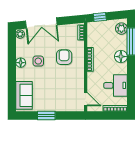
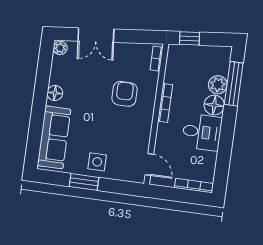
double door: (41, 23) -> (96, 35), width x0.73
plant: (121, 29) -> (218, 85), moved
side table: (38, 61) -> (97, 162), moved
desk: (116, 85) -> (202, 132), moved
sofa: (24, 95) -> (54, 137), width x1.36

